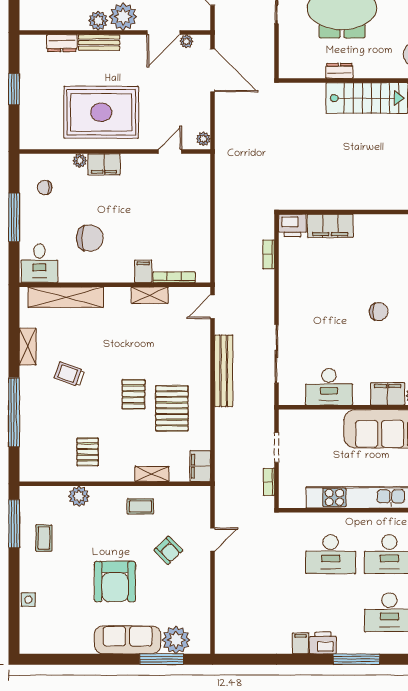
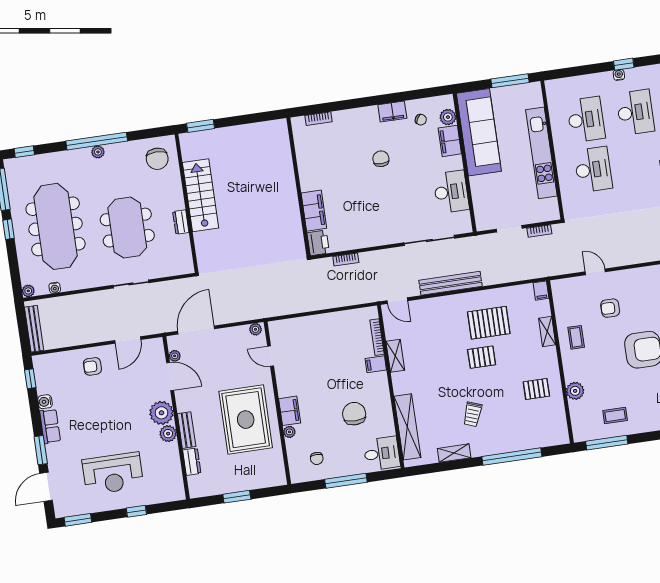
filing cabinet: (200, 466) -> (541, 291), width x0.50
armchair: (168, 550) -> (610, 308), turned -136

